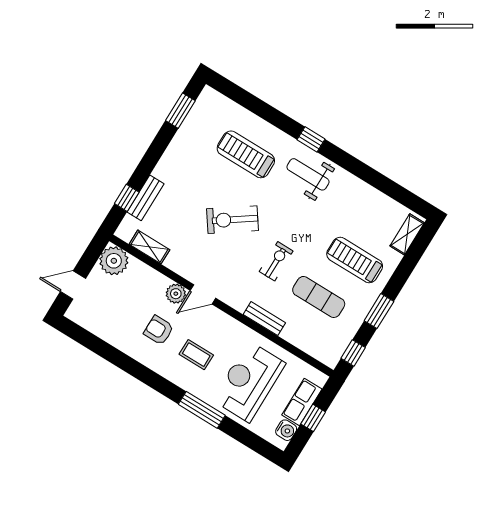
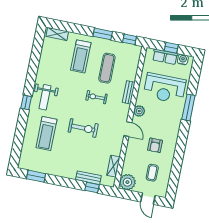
exercise bike: (232, 220) -> (83, 128), turned -55
plant: (176, 294) -> (139, 111), moved
coffee table: (196, 355) -> (152, 173), moved

